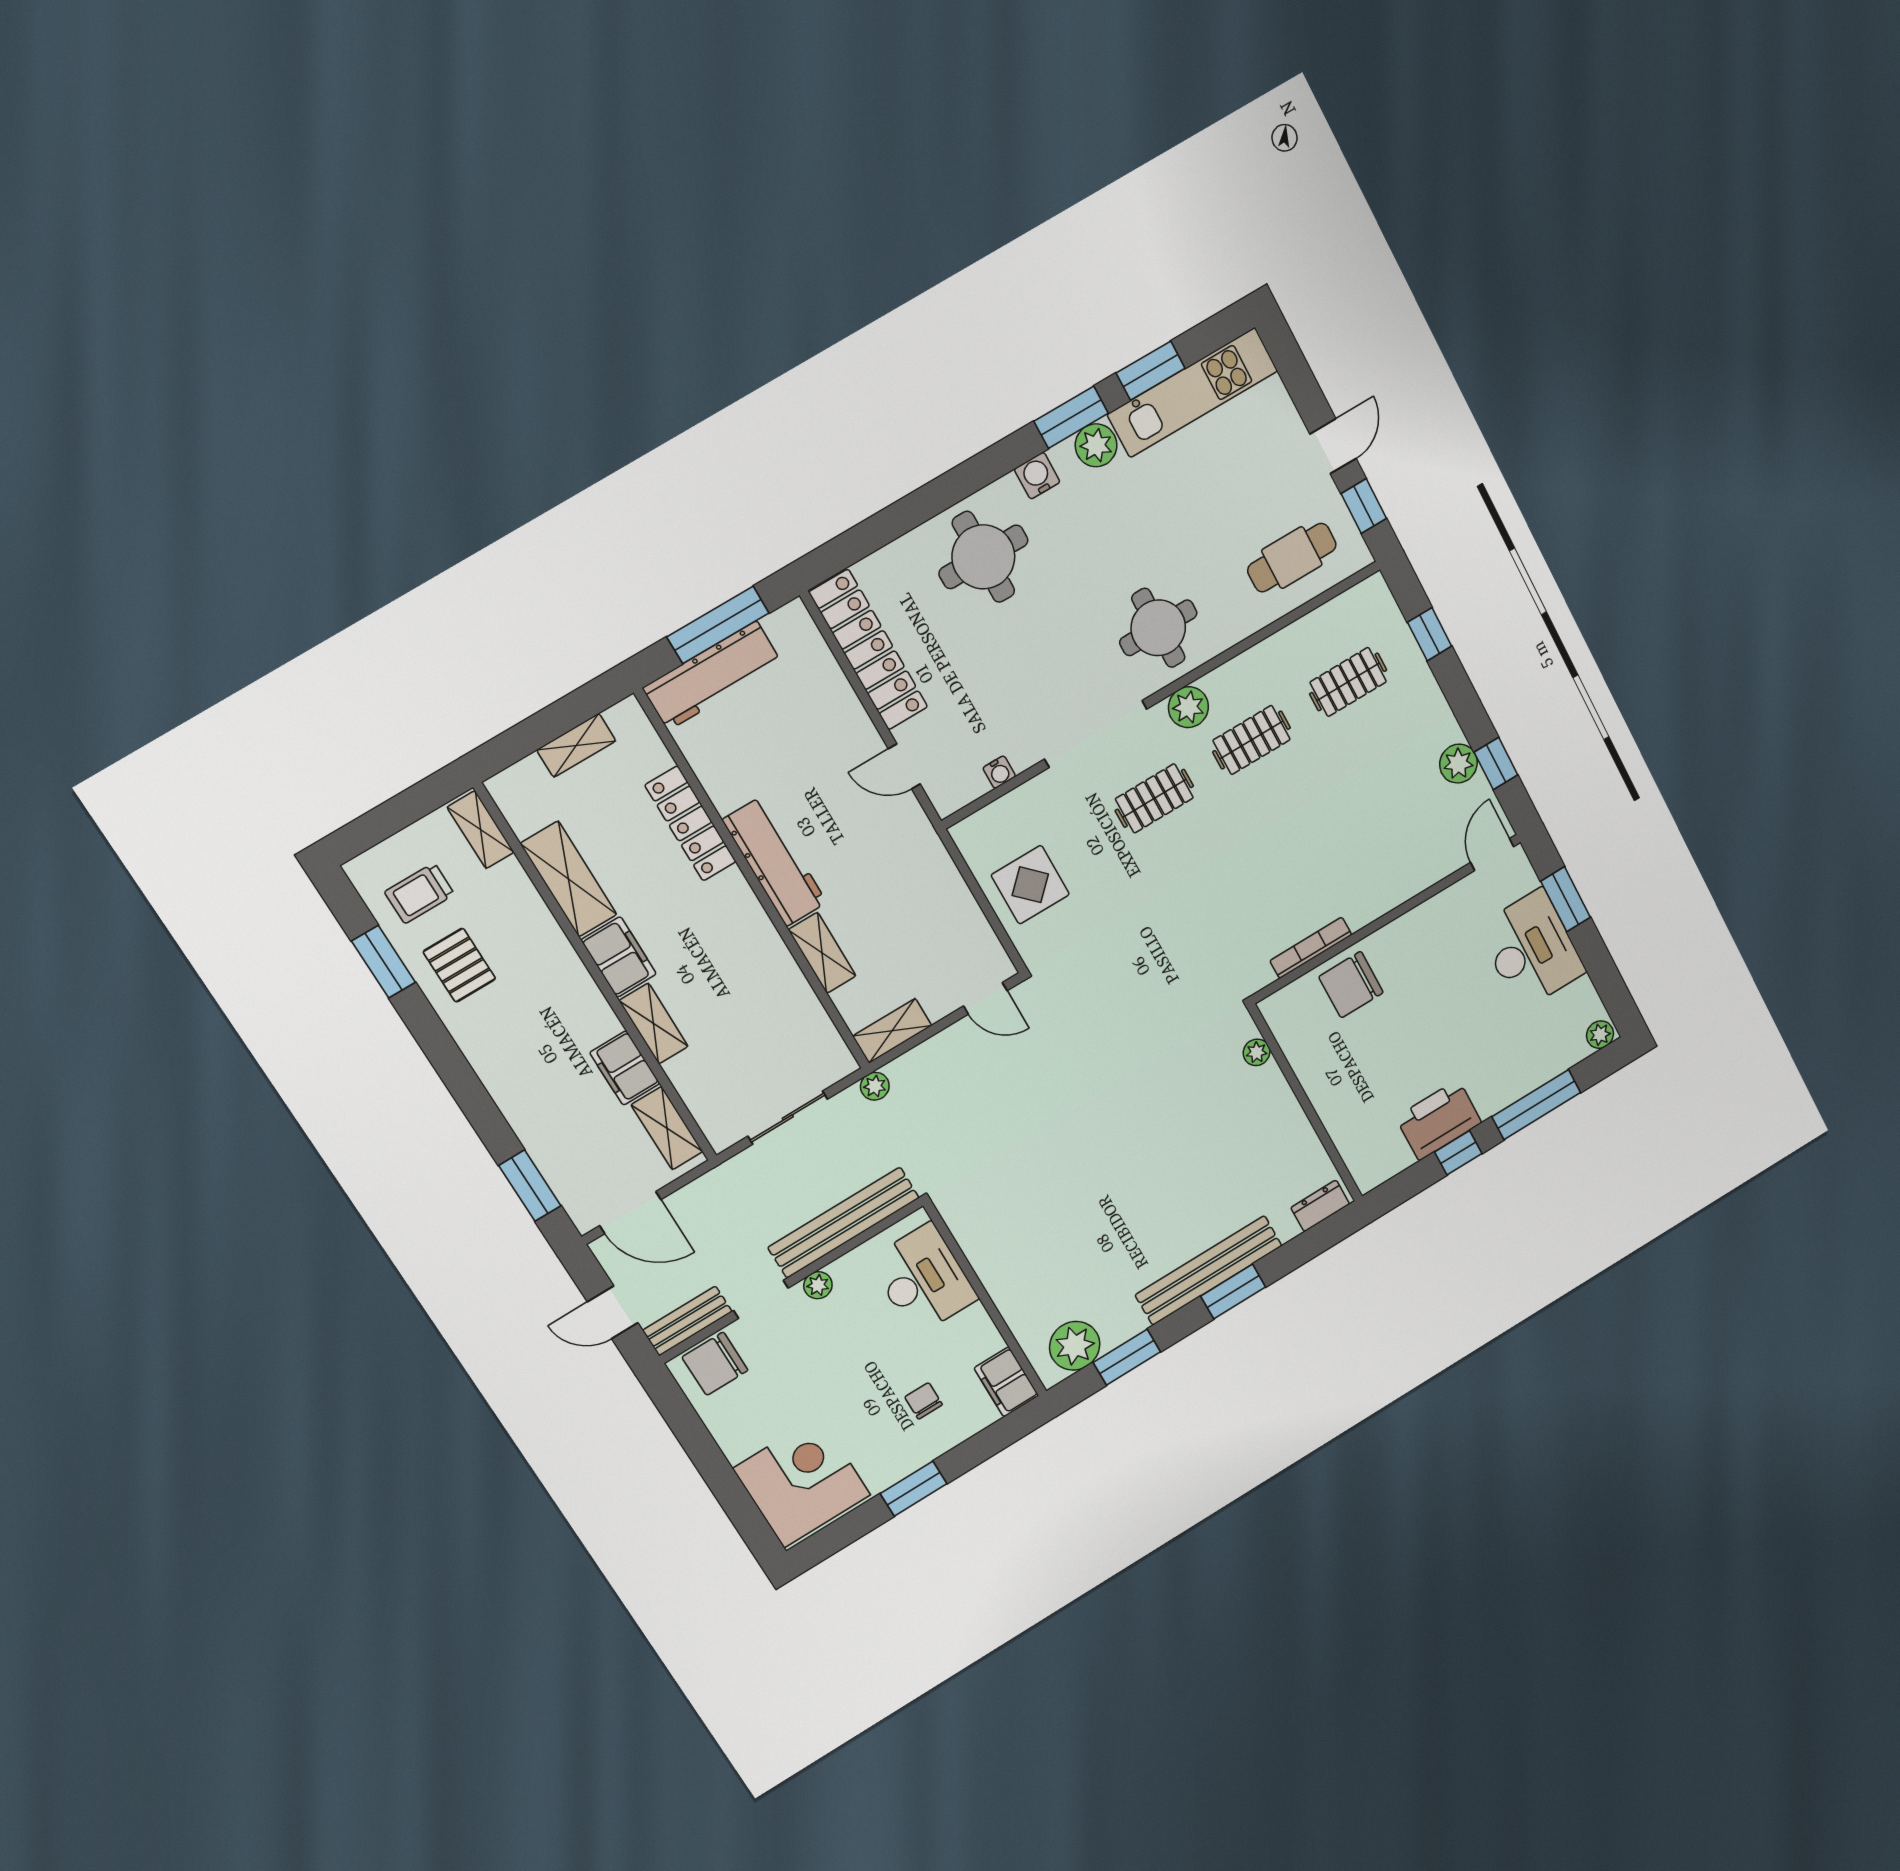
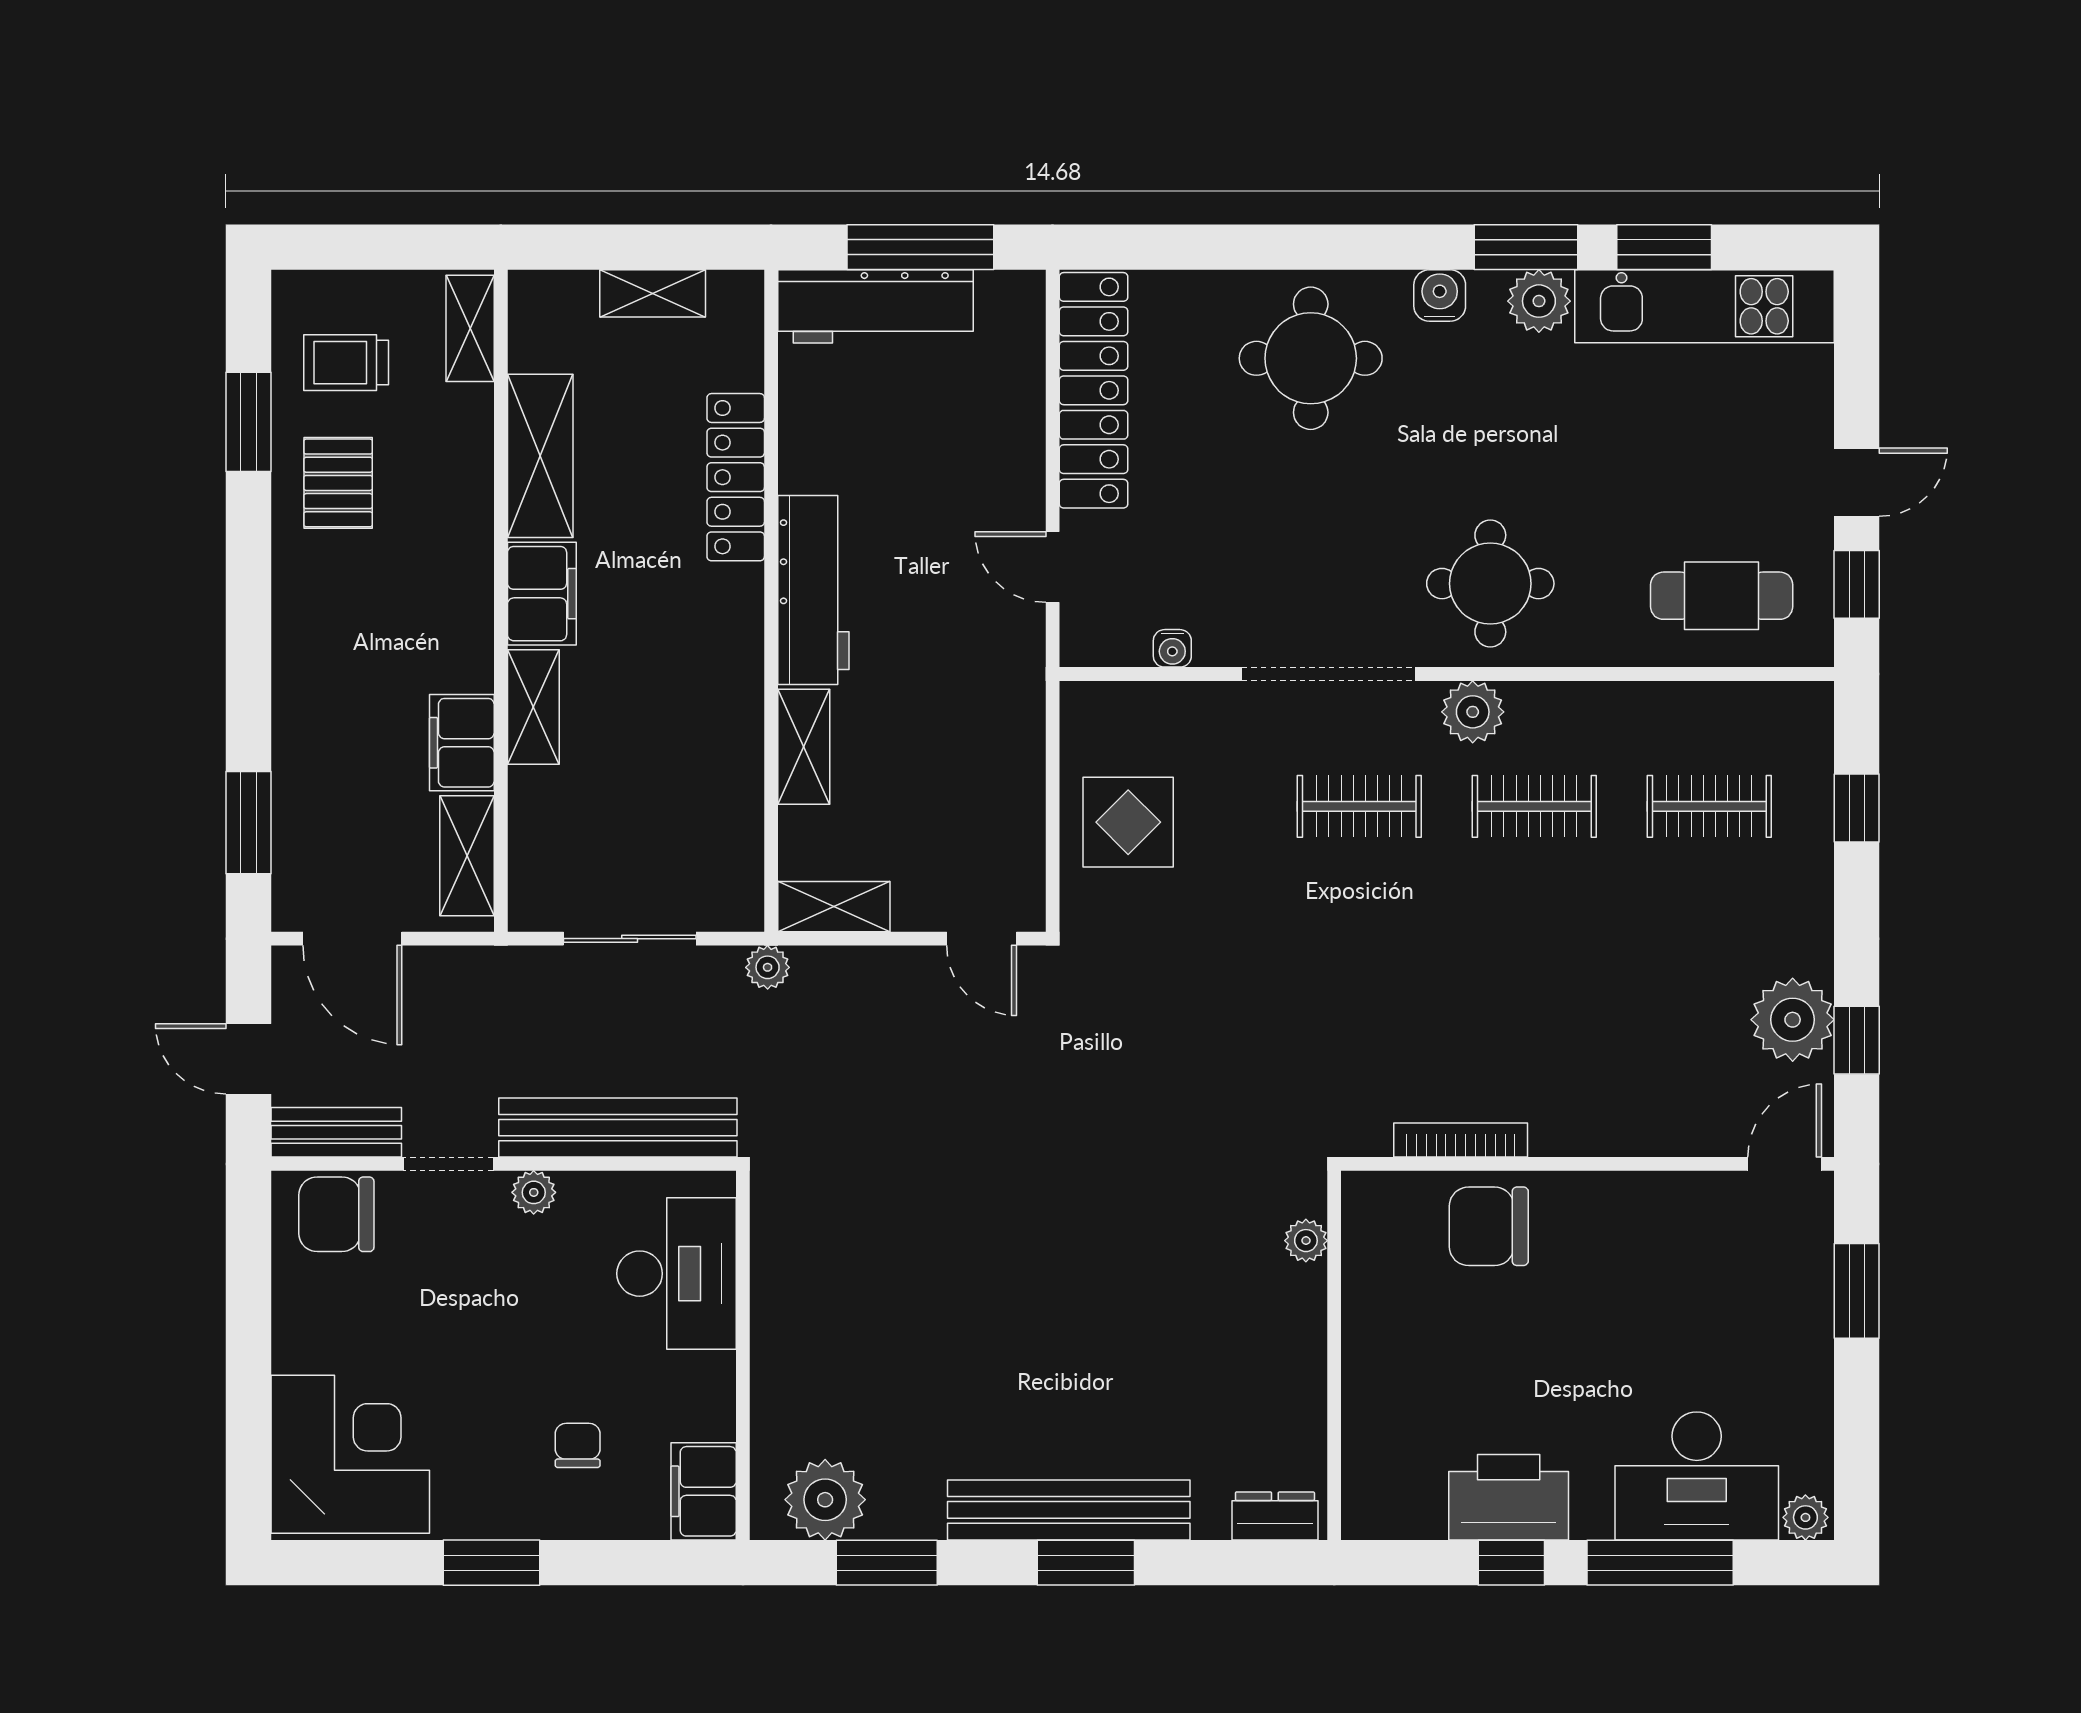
plant: (1458, 764) -> (1793, 1020), width x1.36, depth x1.36
desk: (1531, 950) -> (1697, 1476), moved, turned 90

